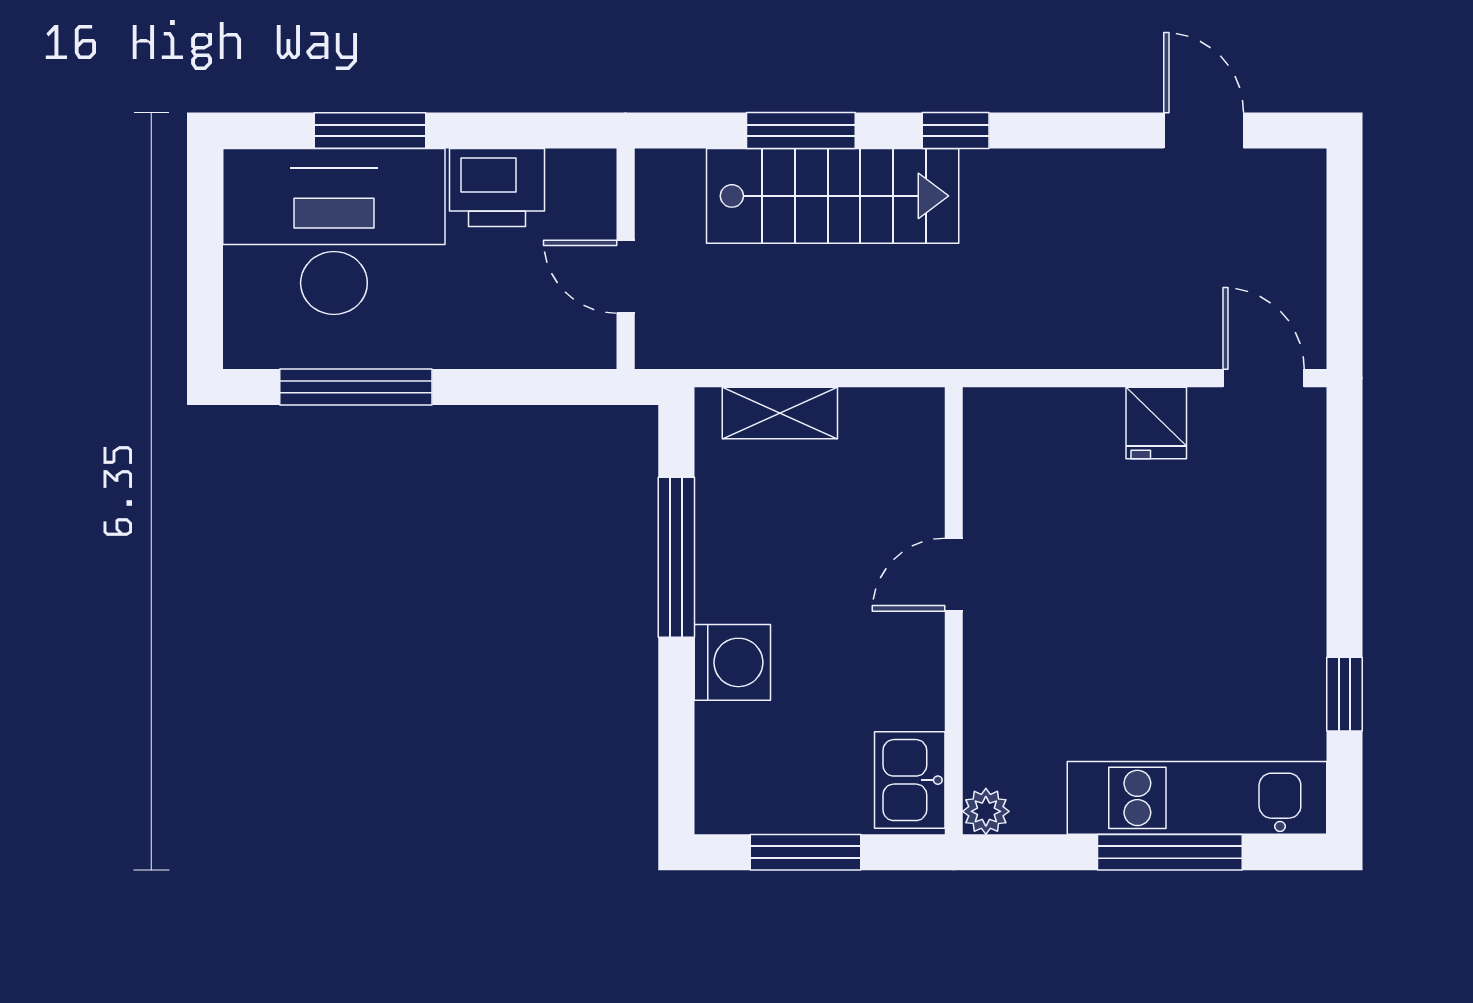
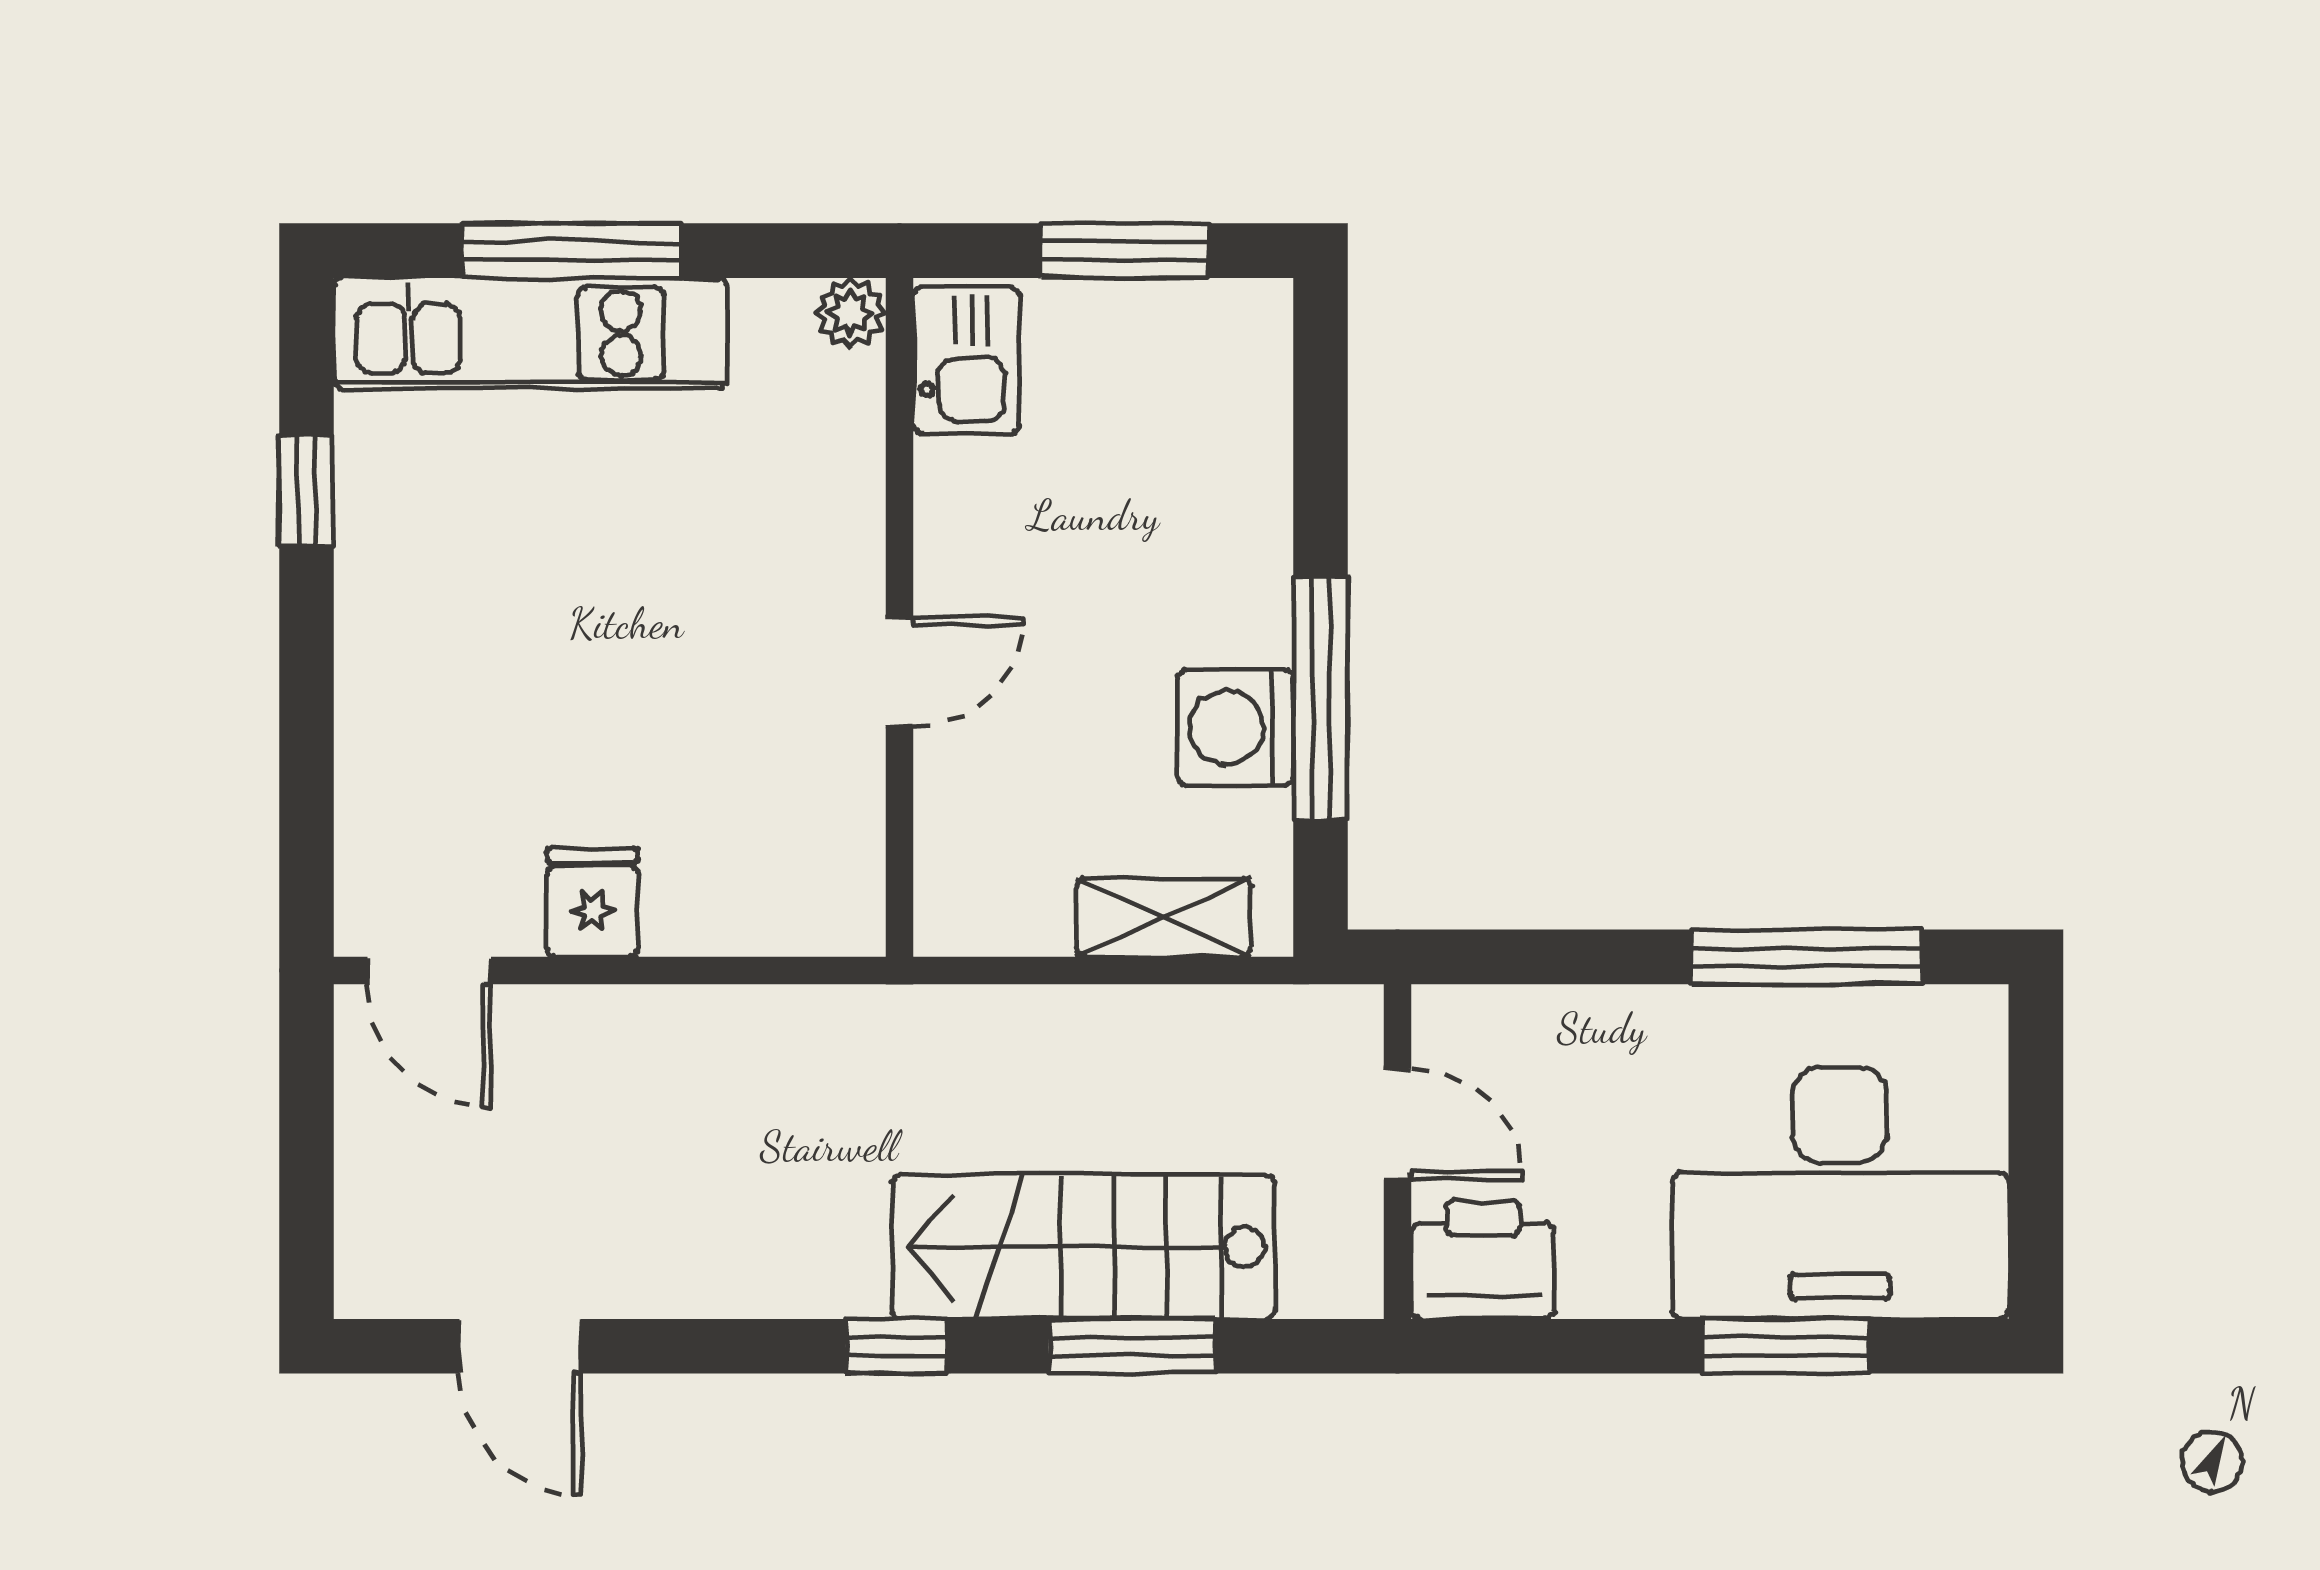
printer: (497, 188) -> (1483, 1260), moved
washing machine: (732, 662) -> (1236, 728), moved

